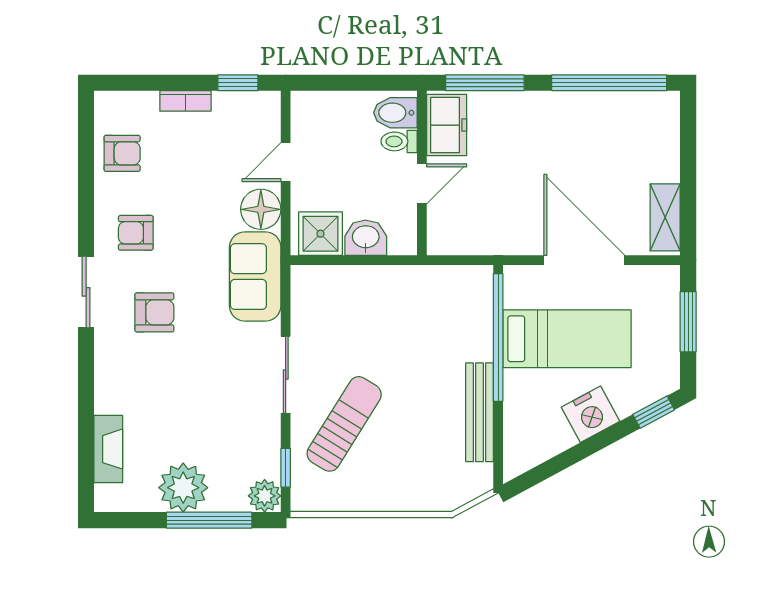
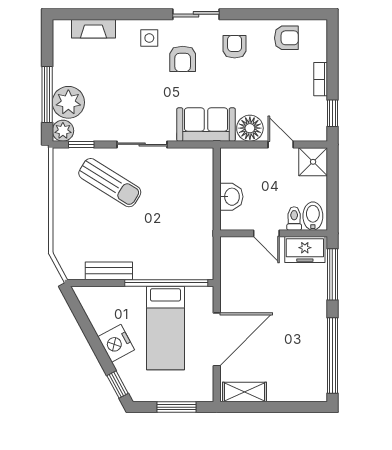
armchair: (122, 153) -> (286, 38), turned -90
shower: (320, 234) -> (313, 162), moved
side table: (123, 363) -> (149, 38), added
bench: (479, 412) -> (109, 271), width x0.73
plant: (183, 488) -> (68, 102), moved

